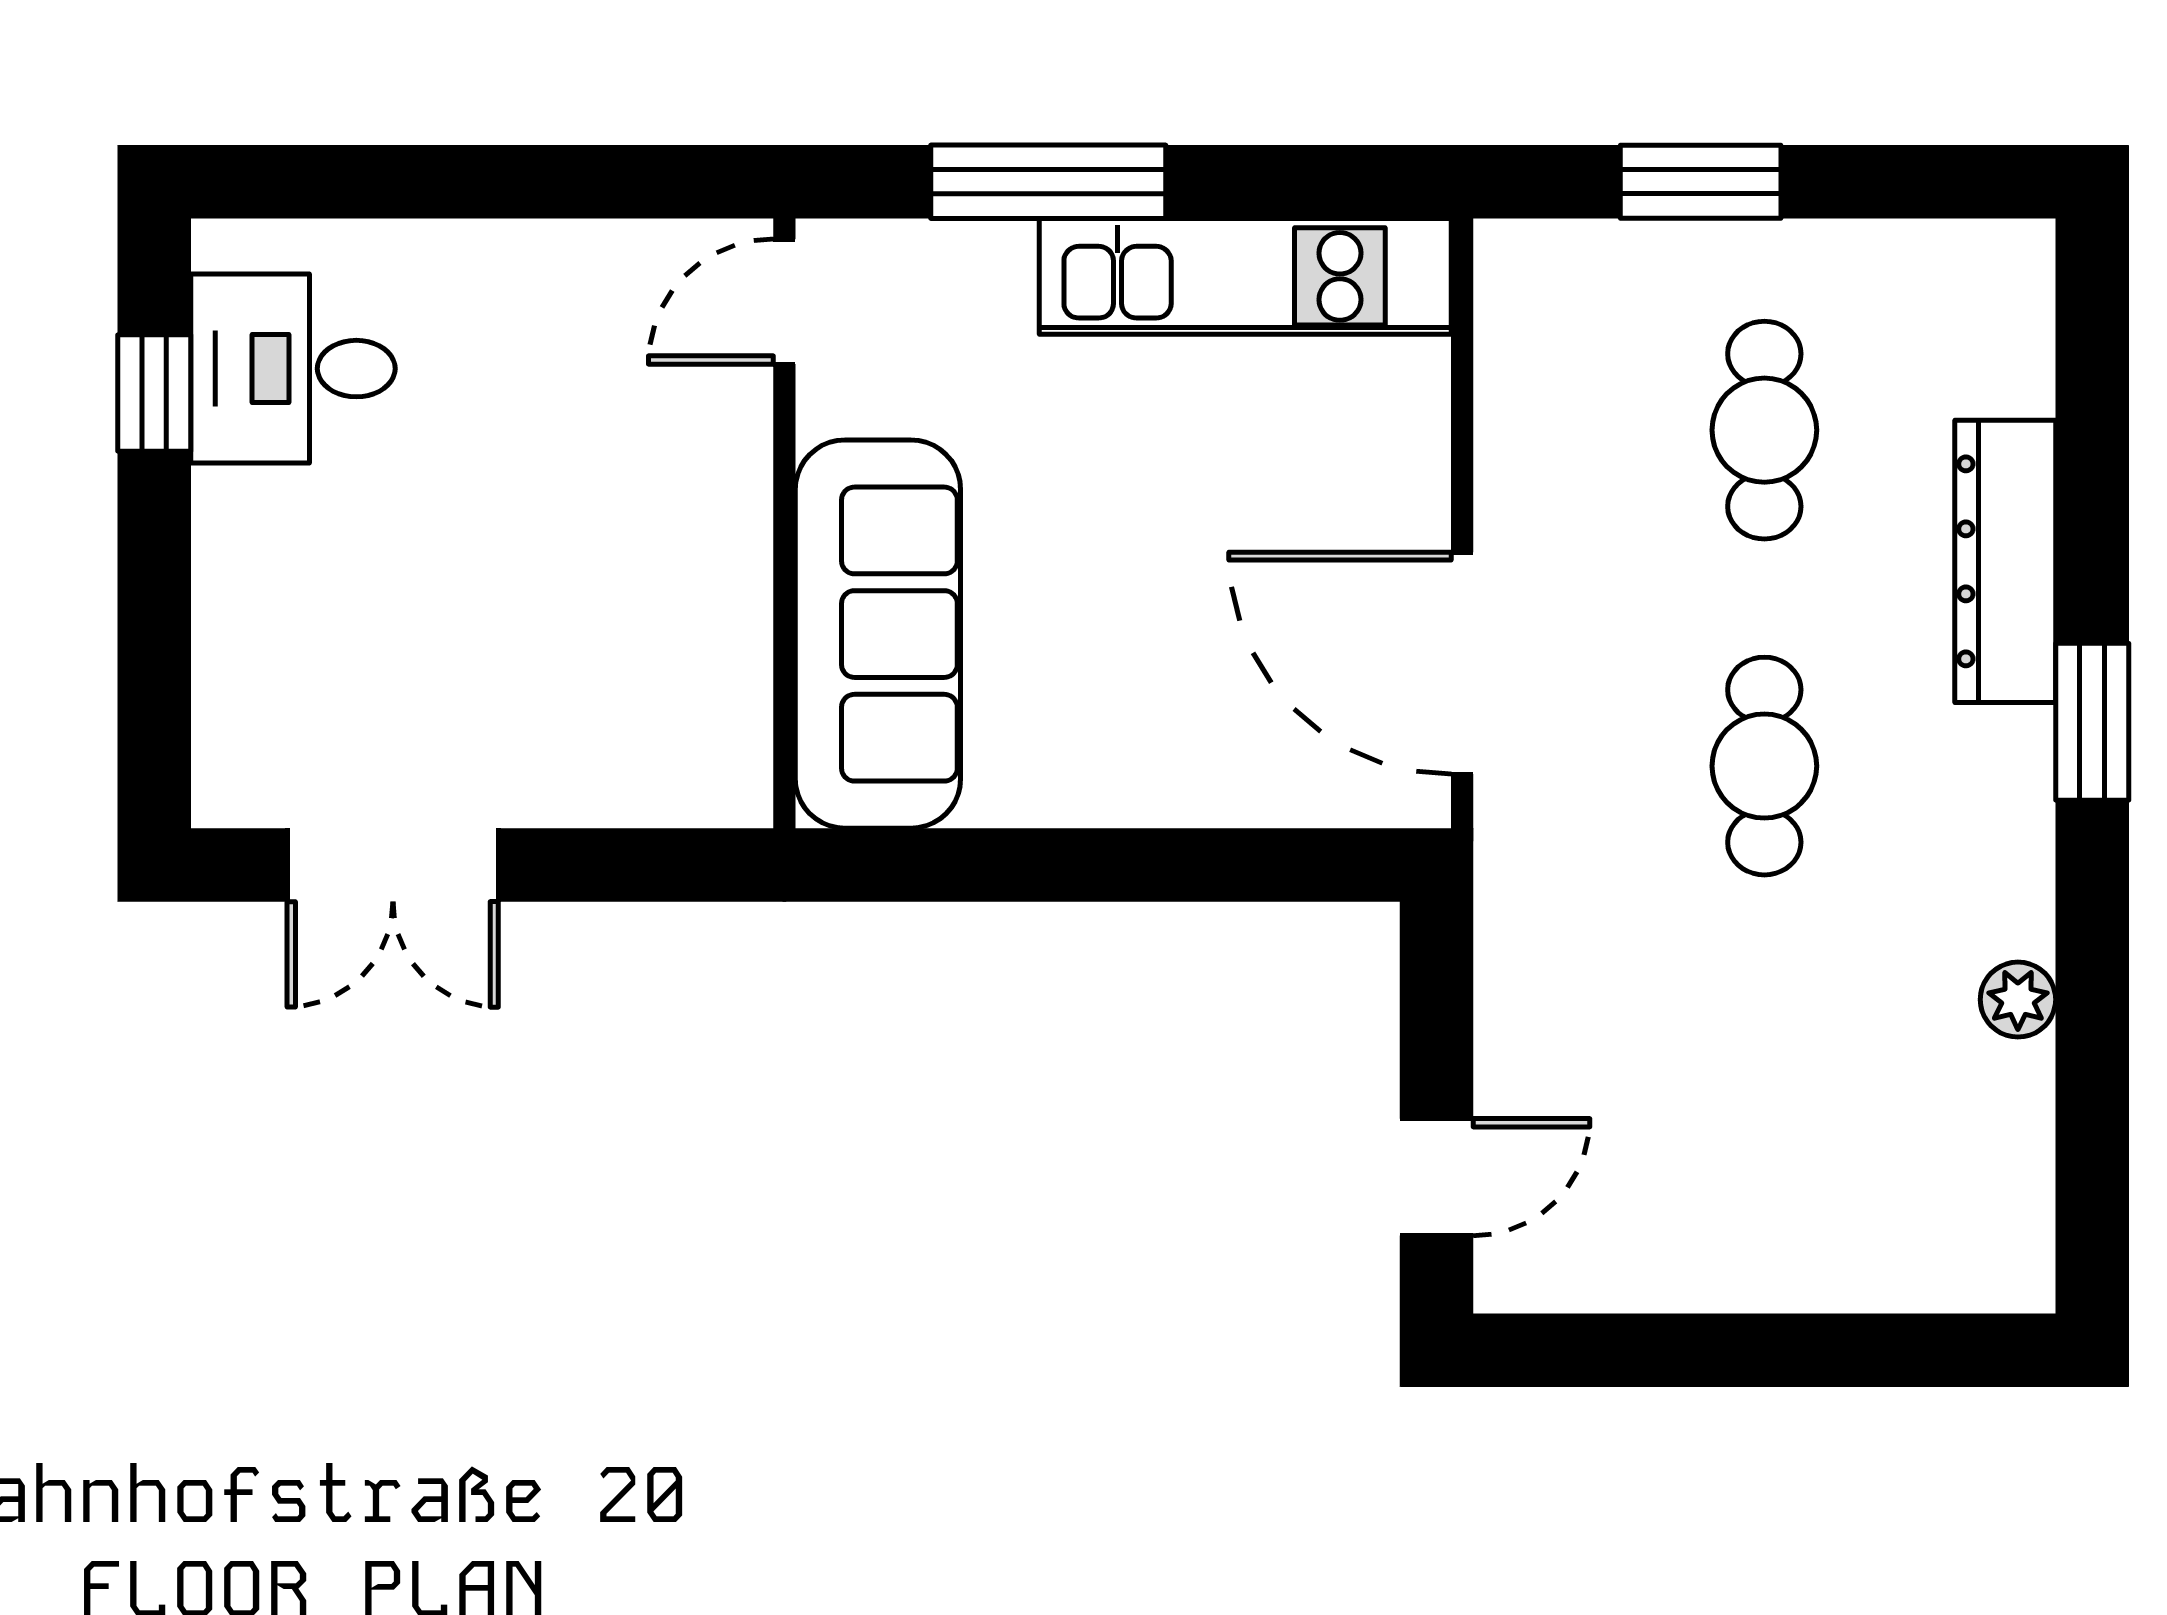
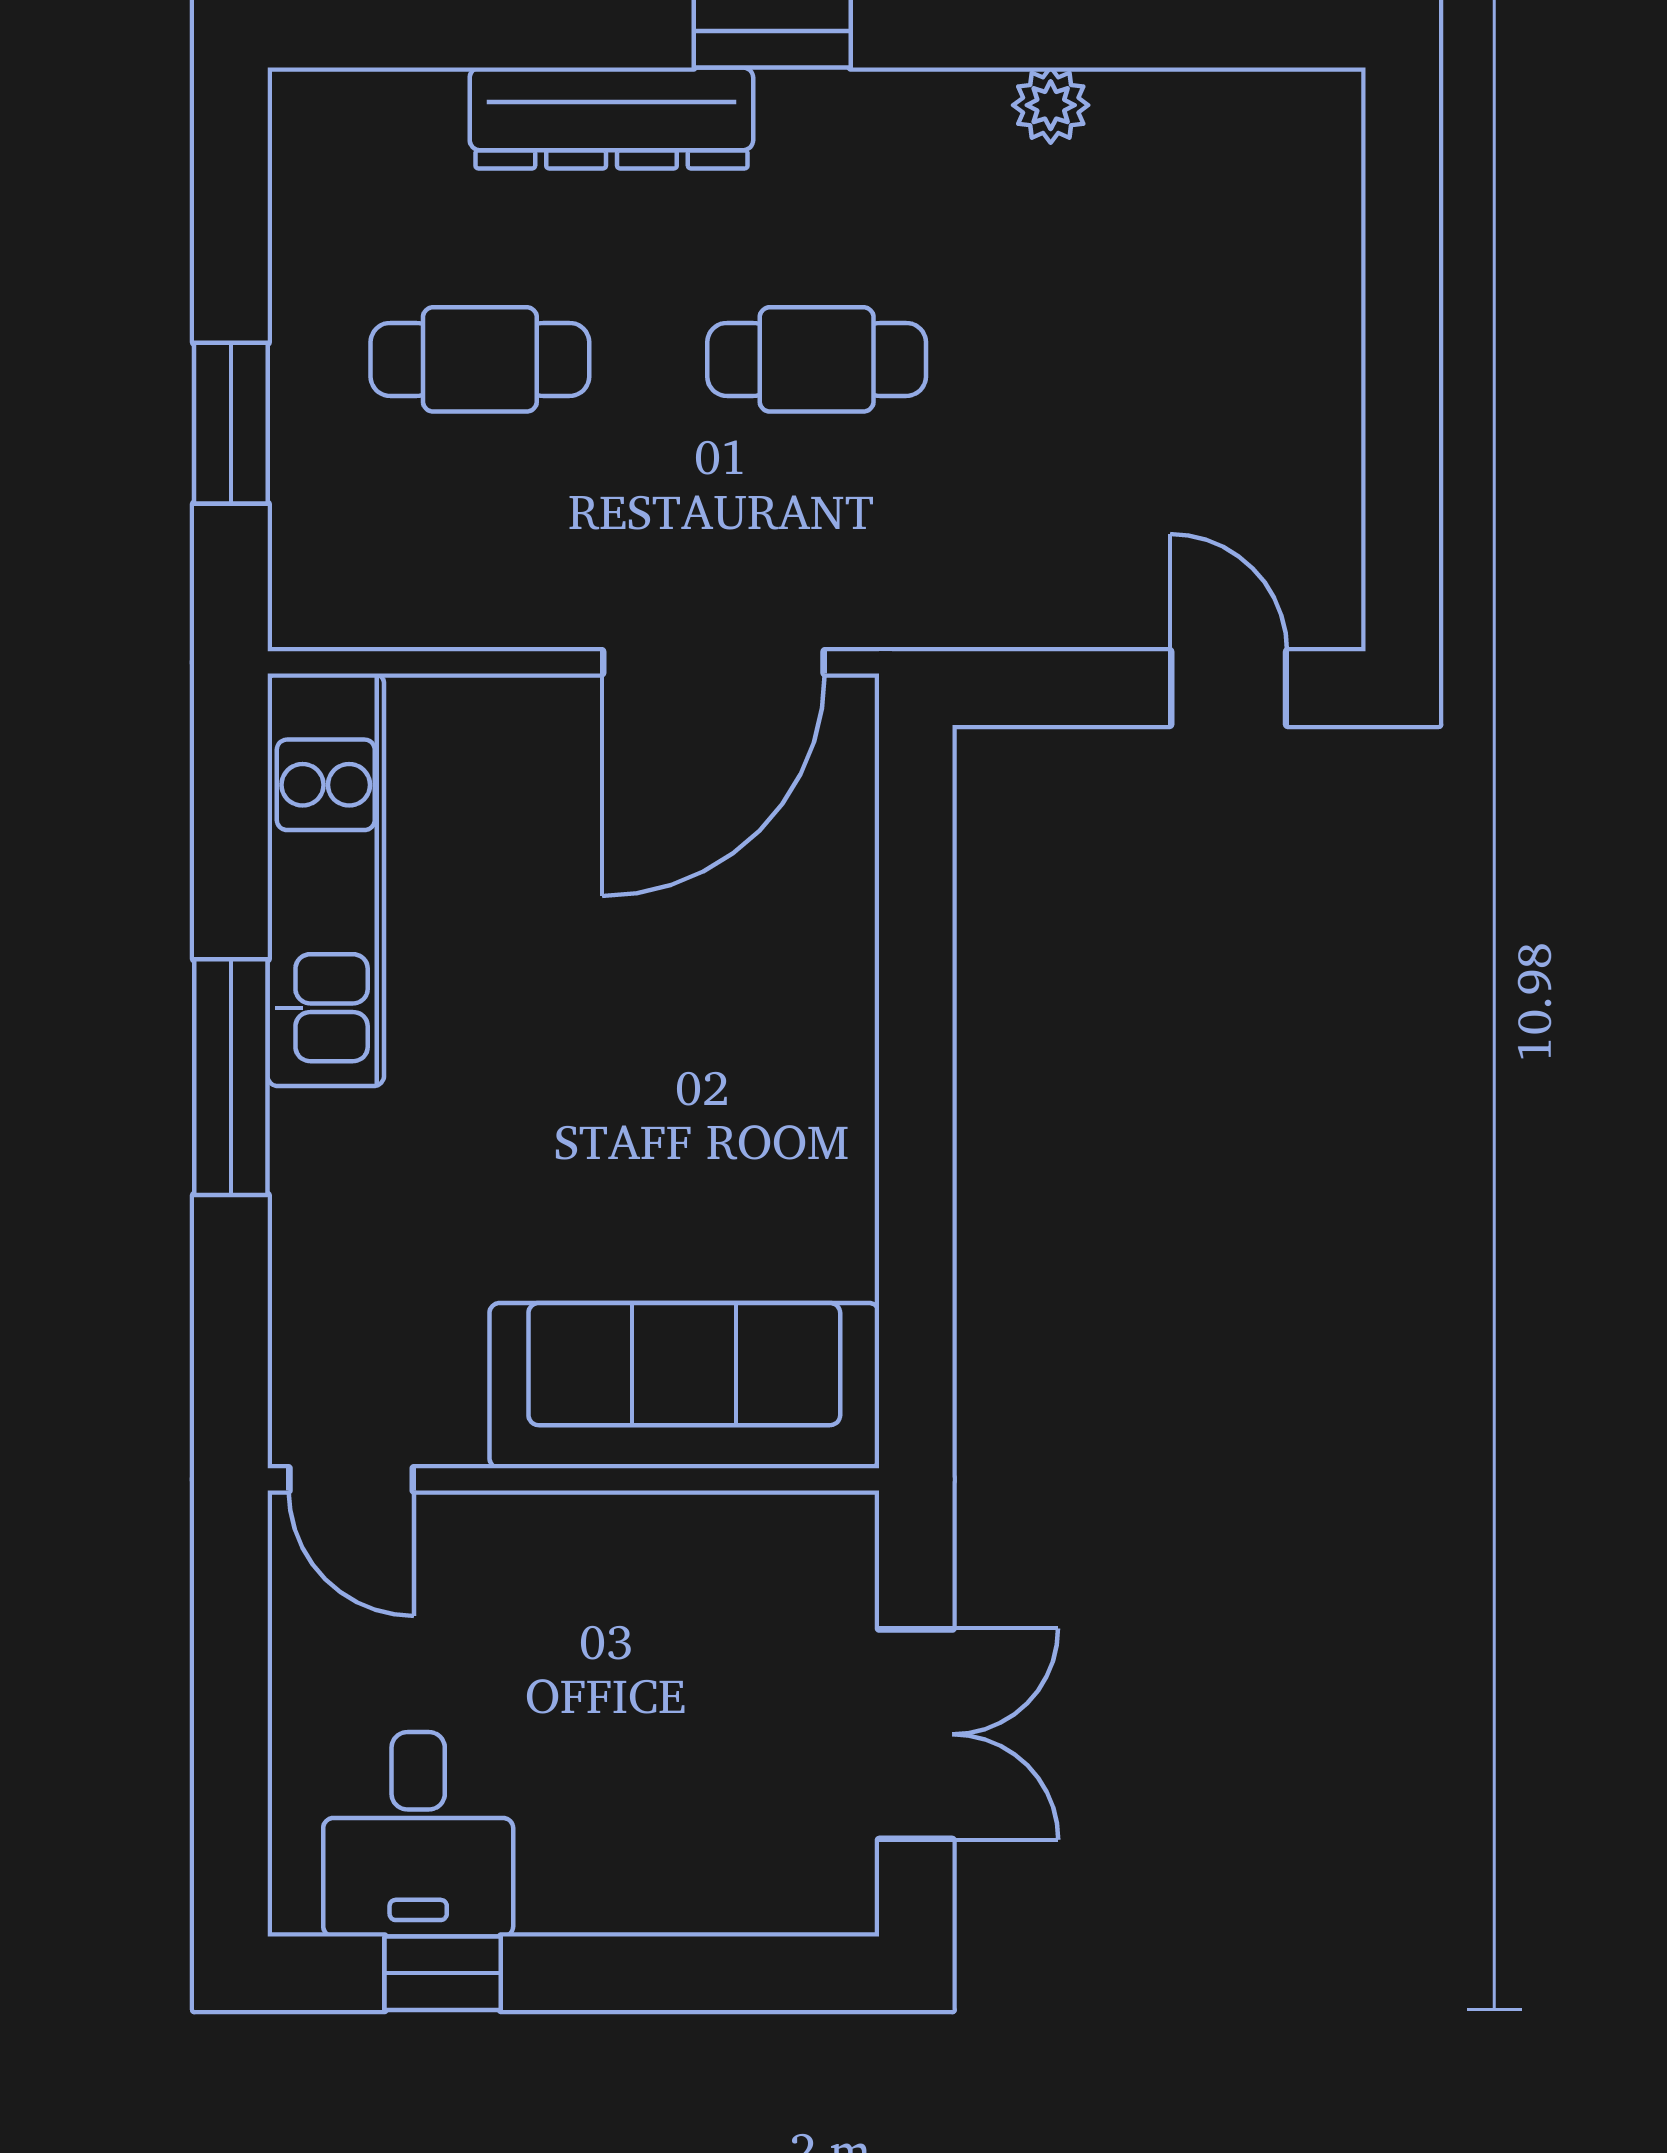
door: (784, 302) -> (351, 1479), moved
wall: (784, 523) -> (573, 1479), moved
sofa: (878, 634) -> (684, 1386), moved

